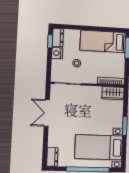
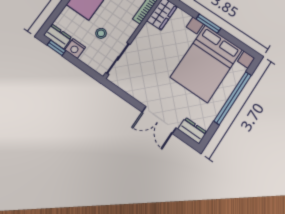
double door: (47, 113) -> (159, 120), moved
bed with nightstands: (99, 147) -> (206, 63), width x1.36

